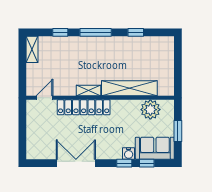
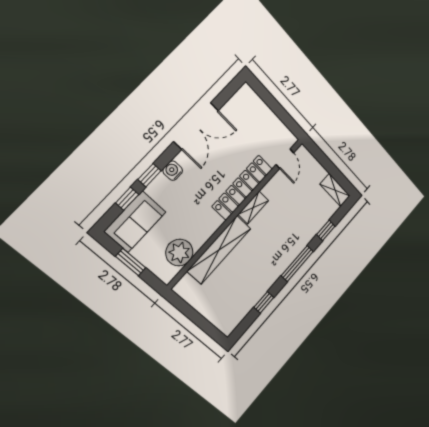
water cooler: (129, 154) -> (173, 171), moved

